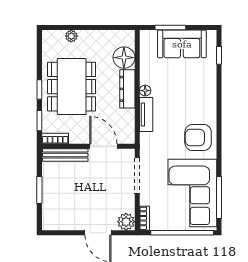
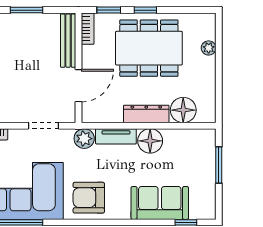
sofa: (182, 44) -> (160, 203), moved, turned 90
floor lamp: (145, 91) -> (150, 141), width x1.89, depth x1.89
armchair: (198, 138) -> (89, 198), turned -90
plant: (148, 141) -> (84, 139), added
doorway: (137, 176) -> (44, 126), width x0.73

